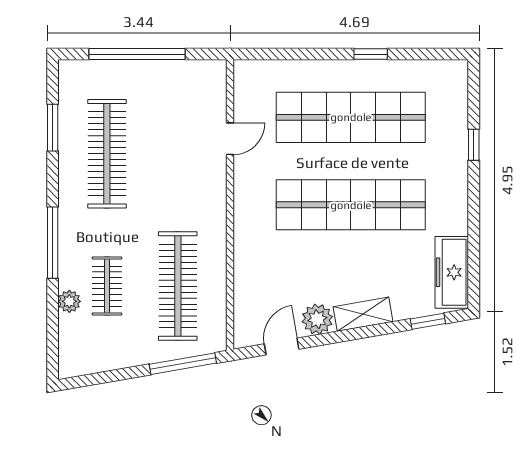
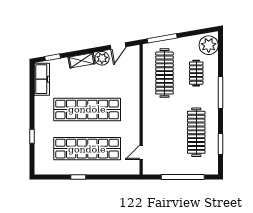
door: (230, 139) -> (141, 152), moved
plant: (69, 301) -> (209, 45), moved, width x1.88, depth x1.88

